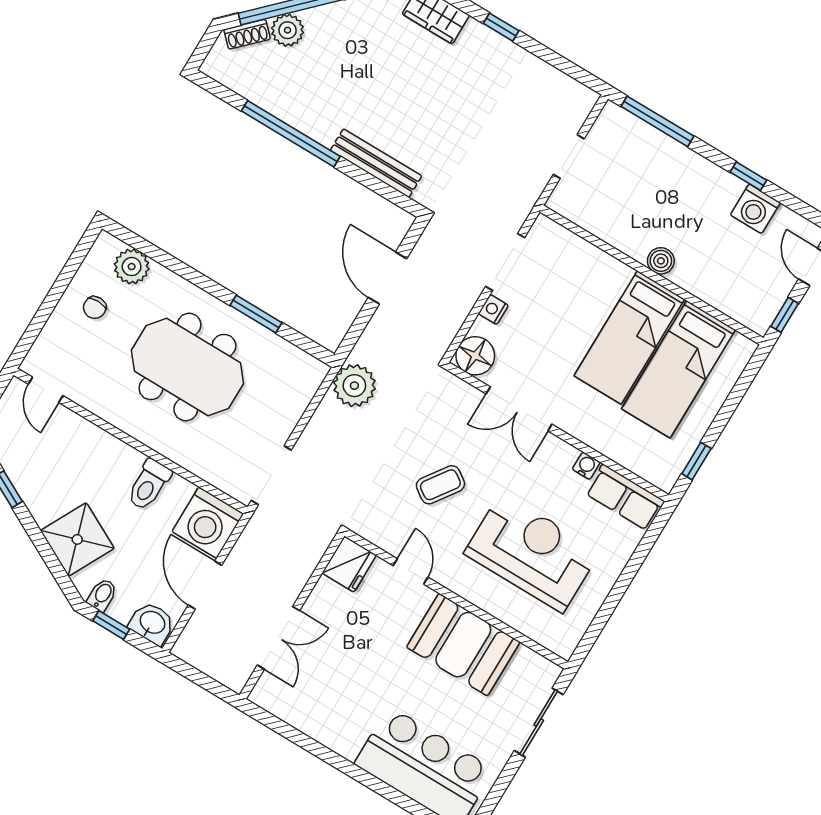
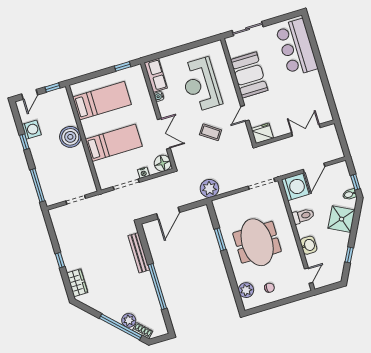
boiler: (661, 261) -> (70, 137), width x1.86, depth x1.86
bed: (629, 337) -> (114, 143), moved
washbasin: (152, 623) -> (309, 245), moved, turned 180

